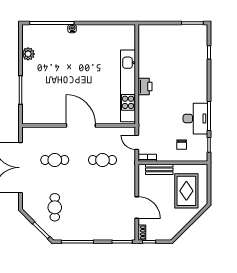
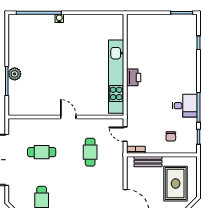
plant: (28, 54) -> (15, 74), moved
desk: (195, 119) -> (185, 106), width x0.73
door: (81, 125) -> (68, 117), width x0.53
cafe table: (102, 160) -> (90, 152), turned 90

